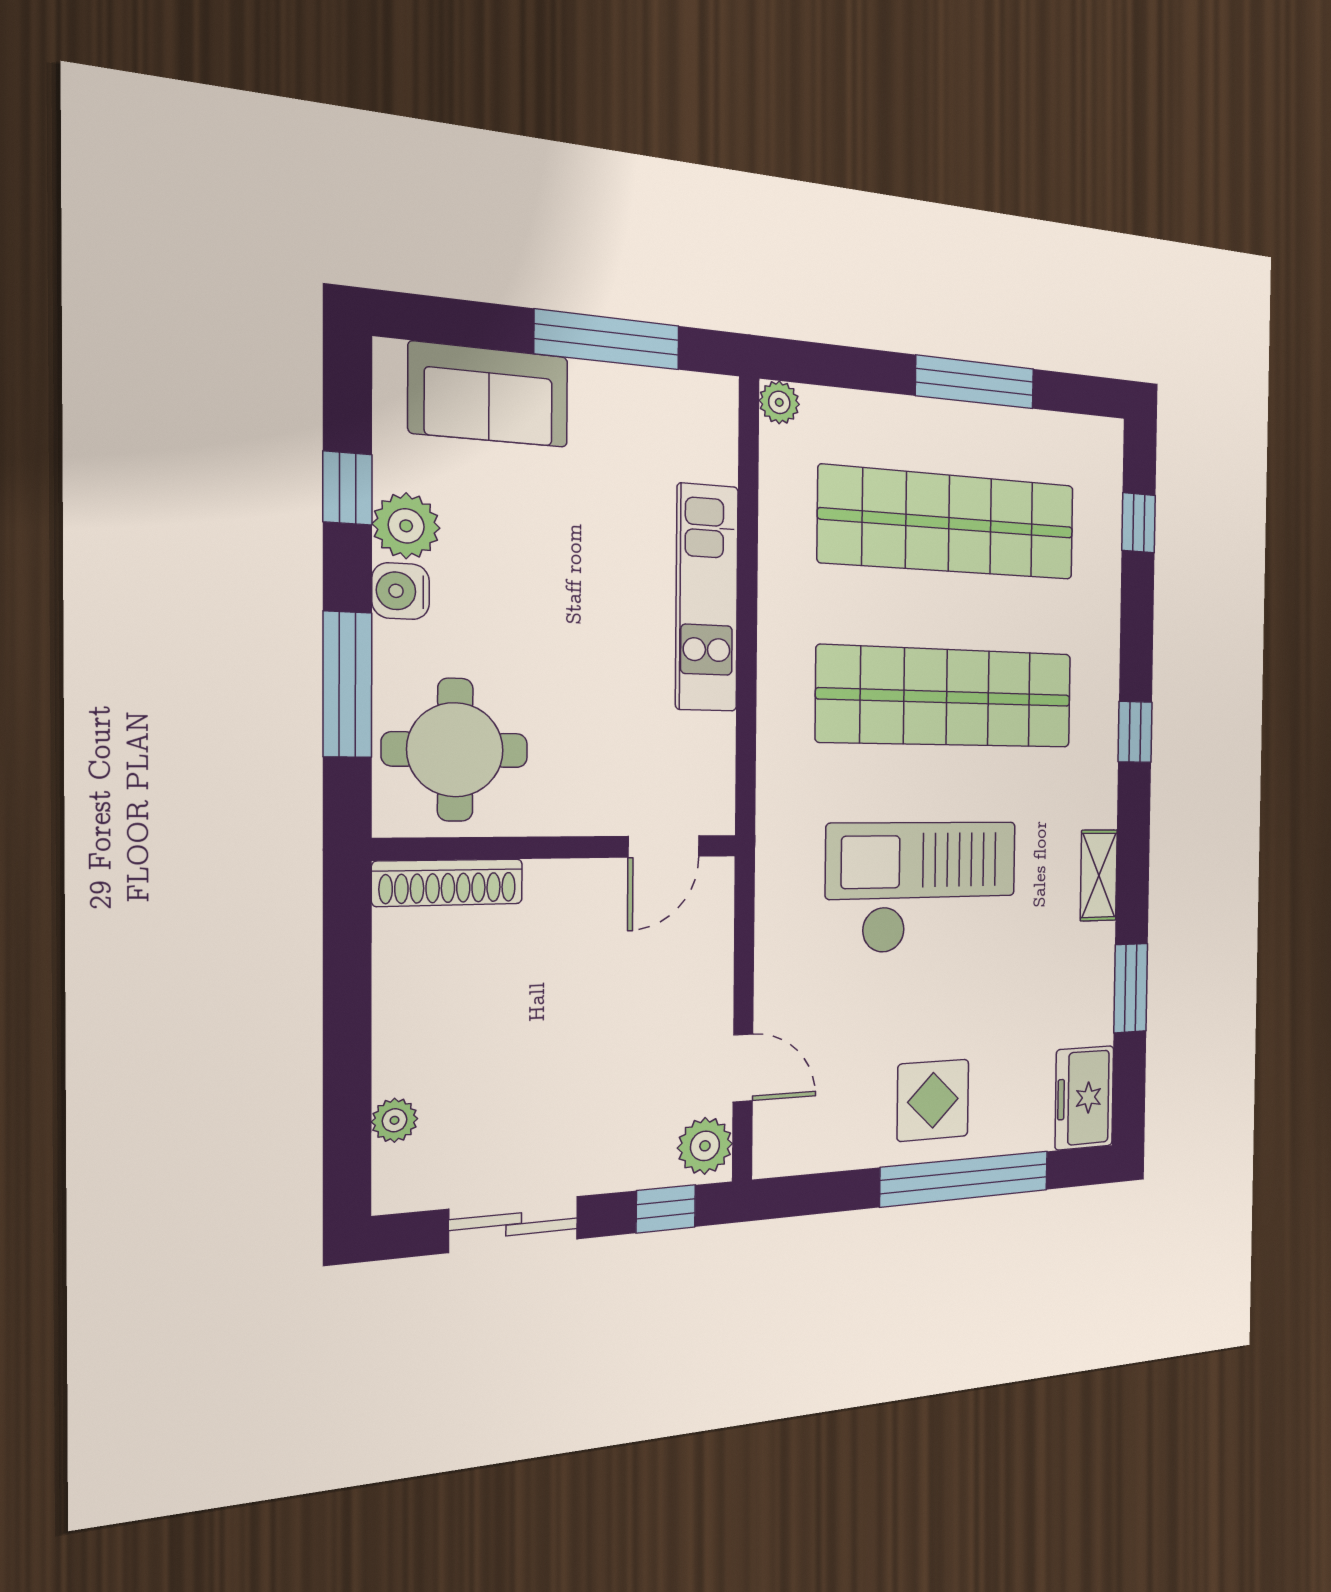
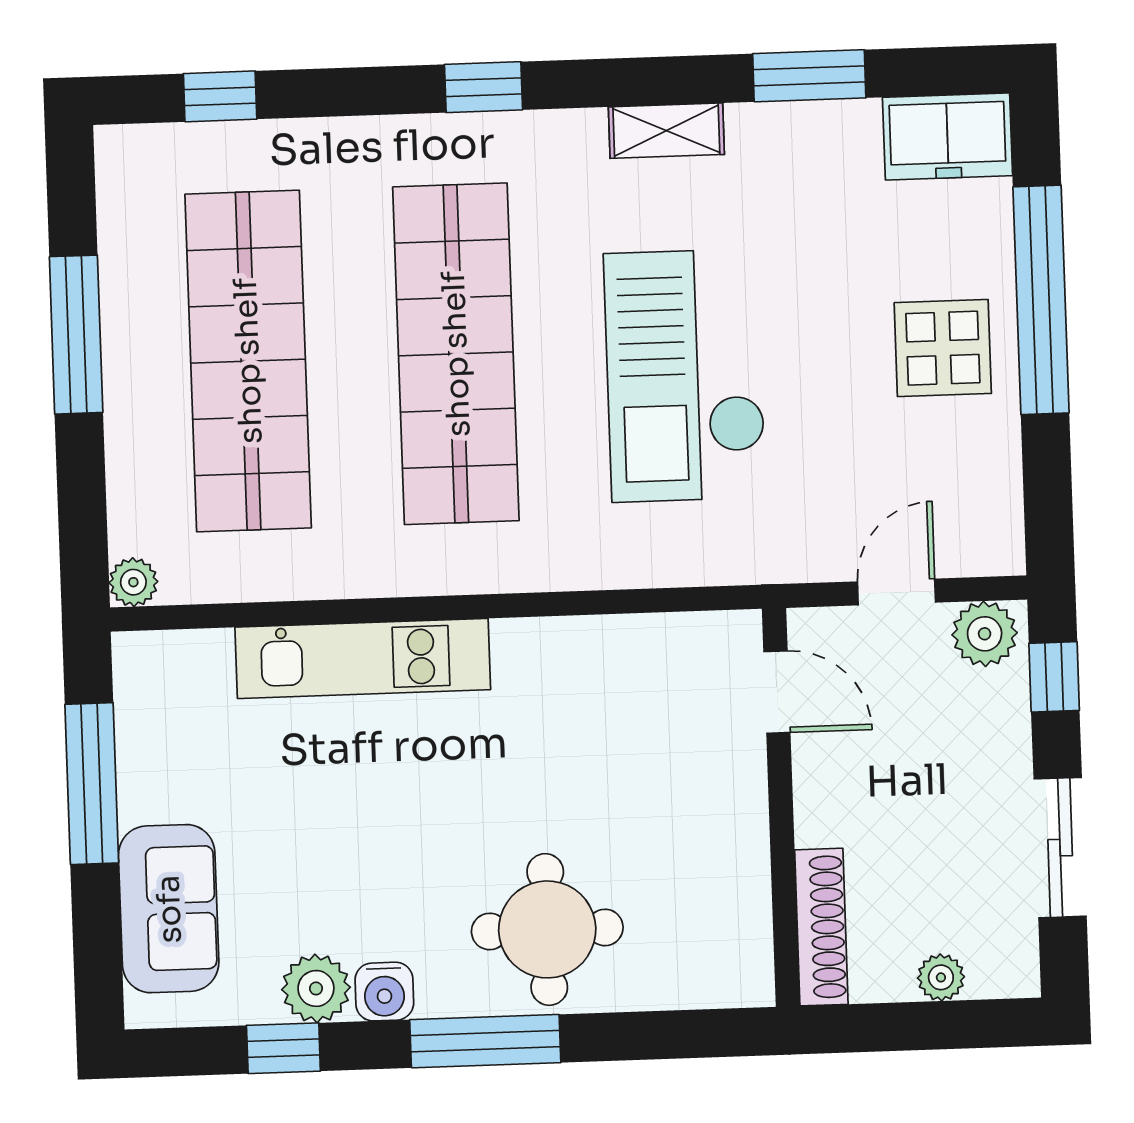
door: (664, 846) -> (777, 692), moved
wall: (561, 847) -> (781, 807), moved
shoe rack: (448, 883) -> (821, 927), moved

